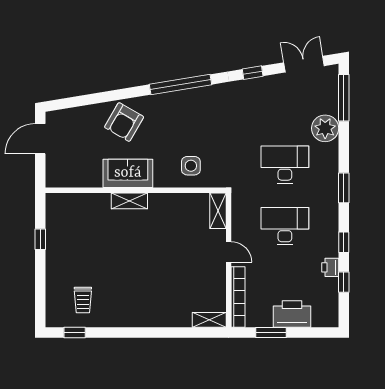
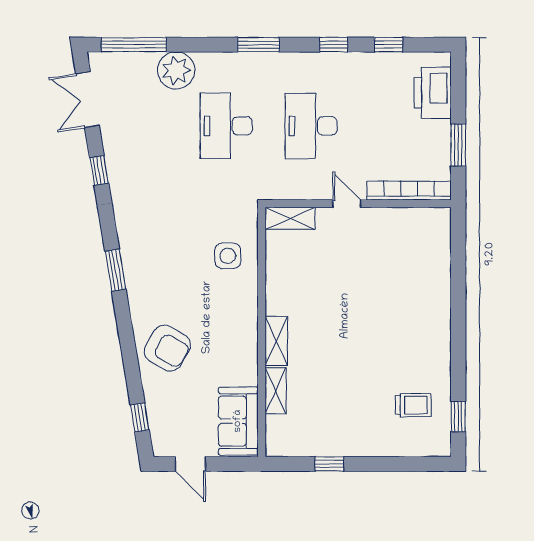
window: (181, 84) -> (115, 270), width x0.47
window: (74, 102) -> (140, 417), added
door: (40, 139) -> (190, 464), width x0.73
sofa: (128, 173) -> (238, 421), moved
door: (229, 252) -> (347, 204), hinge flipped
printer: (330, 267) -> (368, 63), removed
printer: (292, 314) -> (433, 93), moved
shelving: (209, 320) -> (276, 391), moved

